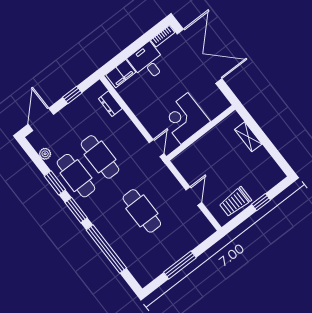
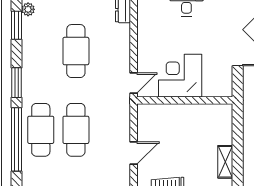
shelving: (248, 137) -> (225, 162), moved
cafe table: (76, 176) -> (41, 130), moved
window: (55, 183) -> (16, 25), moved

